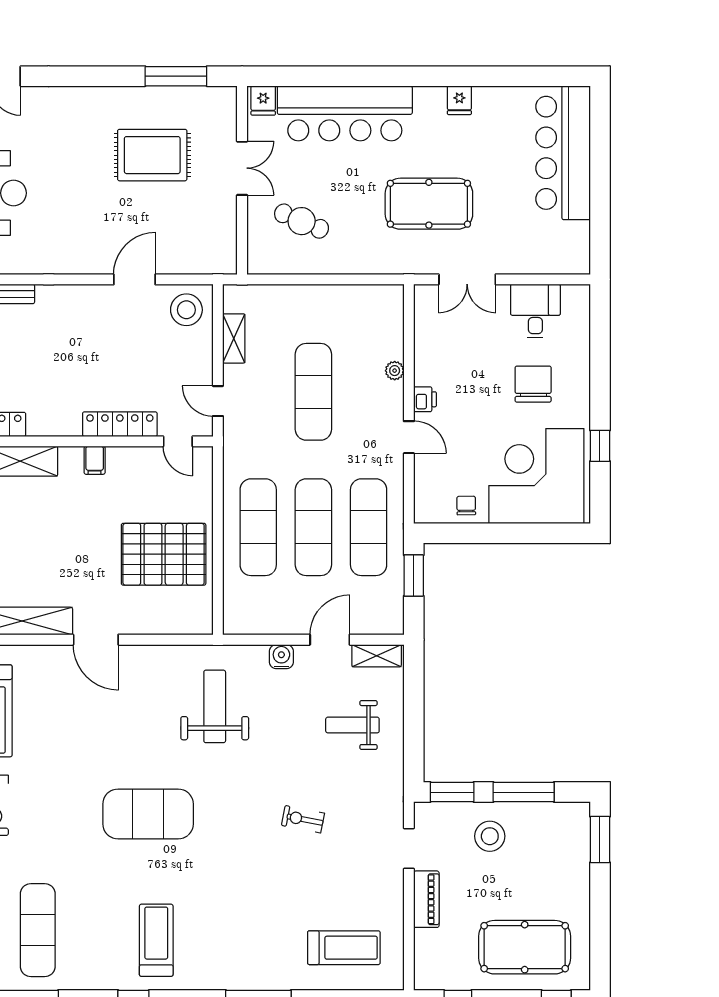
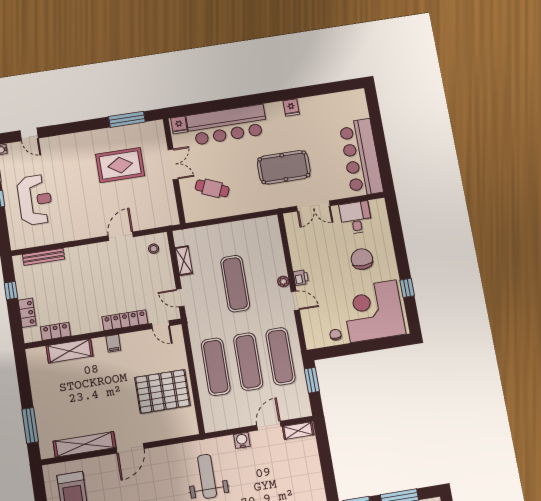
bar counter: (563, 153) -> (361, 157), moved
stool: (186, 310) -> (154, 249), width x0.53, depth x0.53
plant: (395, 371) -> (283, 281), moved
door: (96, 640) -> (130, 448), hinge flipped
weight bench: (352, 725) -> (291, 474), removed

